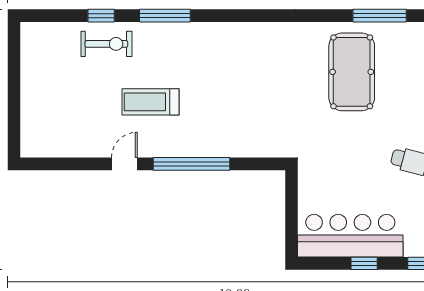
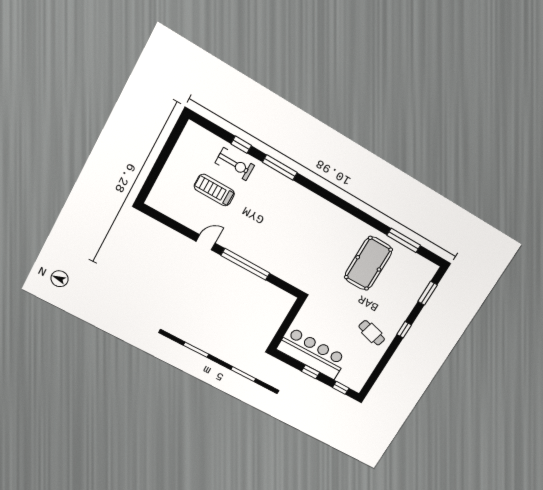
treadmill: (151, 102) -> (214, 190), moved

